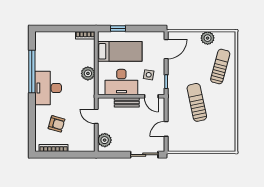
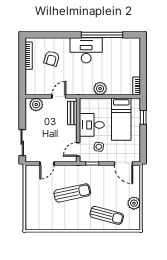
desk: (121, 82) -> (92, 125), width x0.73
bench: (127, 102) -> (72, 113), moved
door: (166, 129) -> (47, 163), swing flipped

